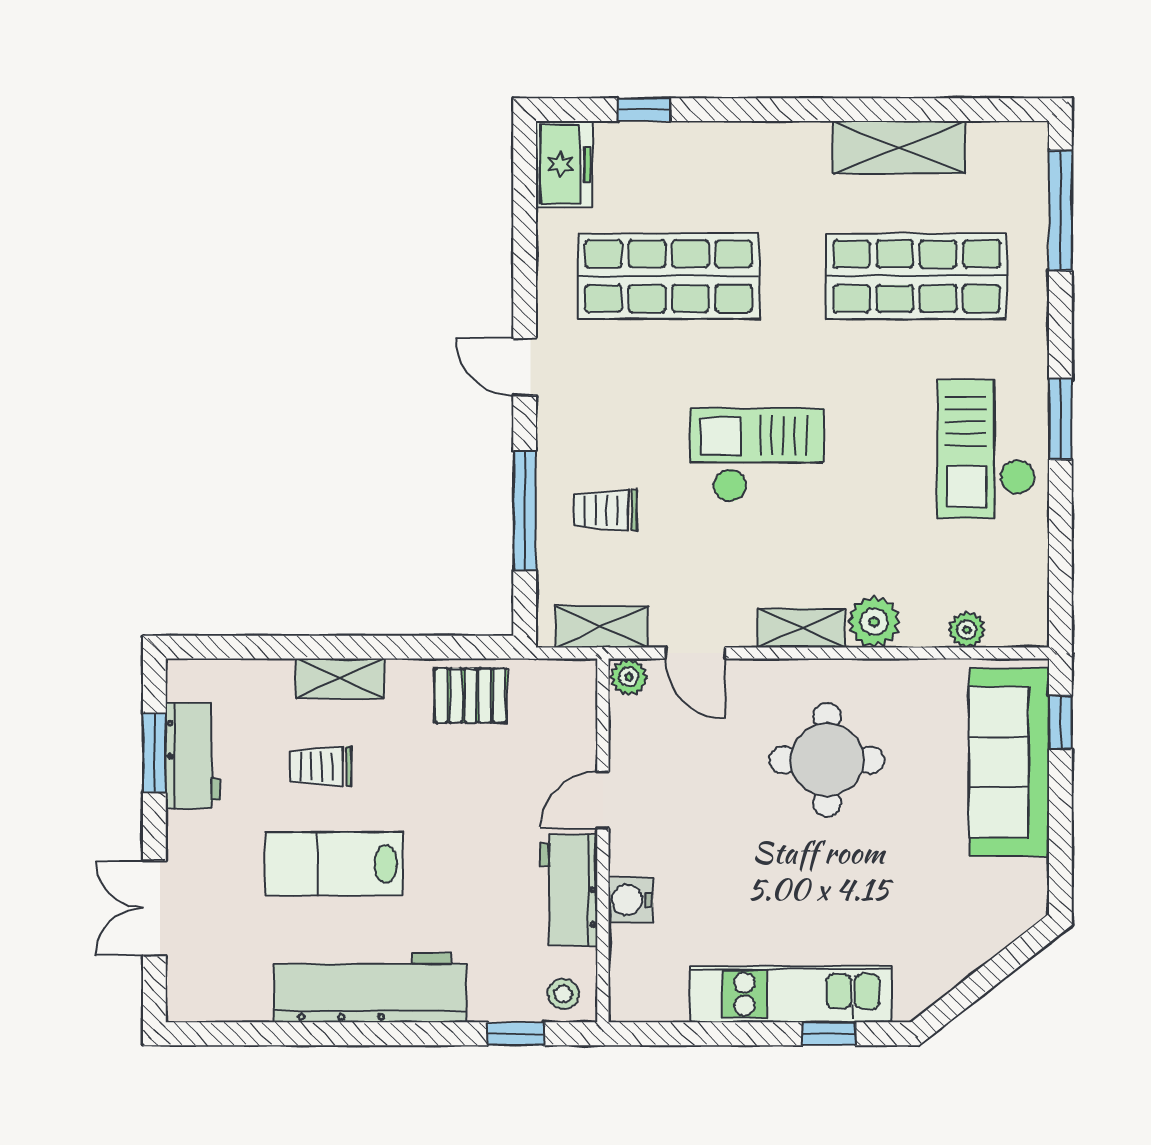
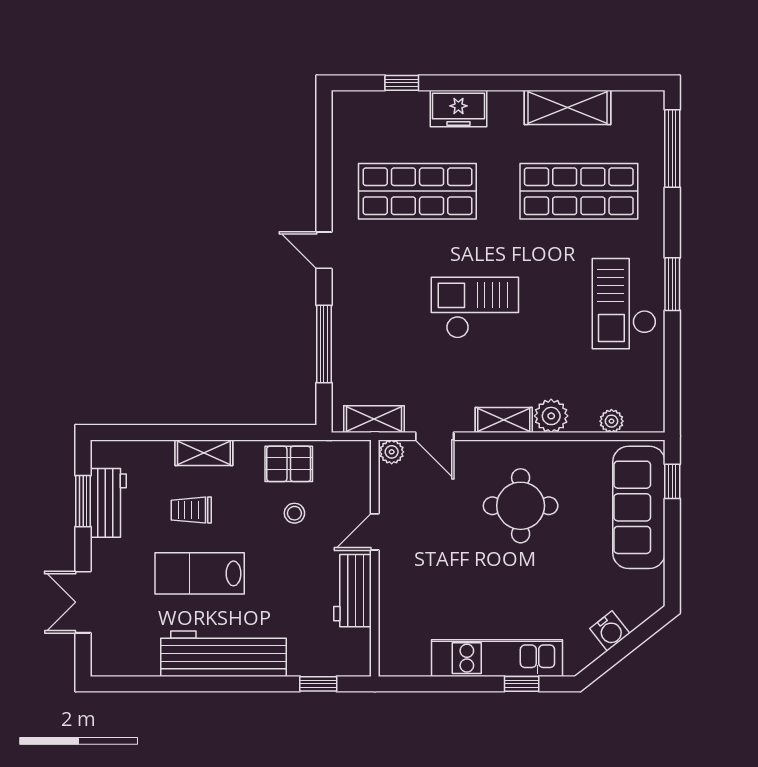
freezer: (564, 164) -> (458, 109), moved, turned 90
trolley: (606, 510) -> (376, 343), removed
water cooler: (630, 900) -> (610, 631), moved, turned -128
stool: (563, 994) -> (294, 513), moved

